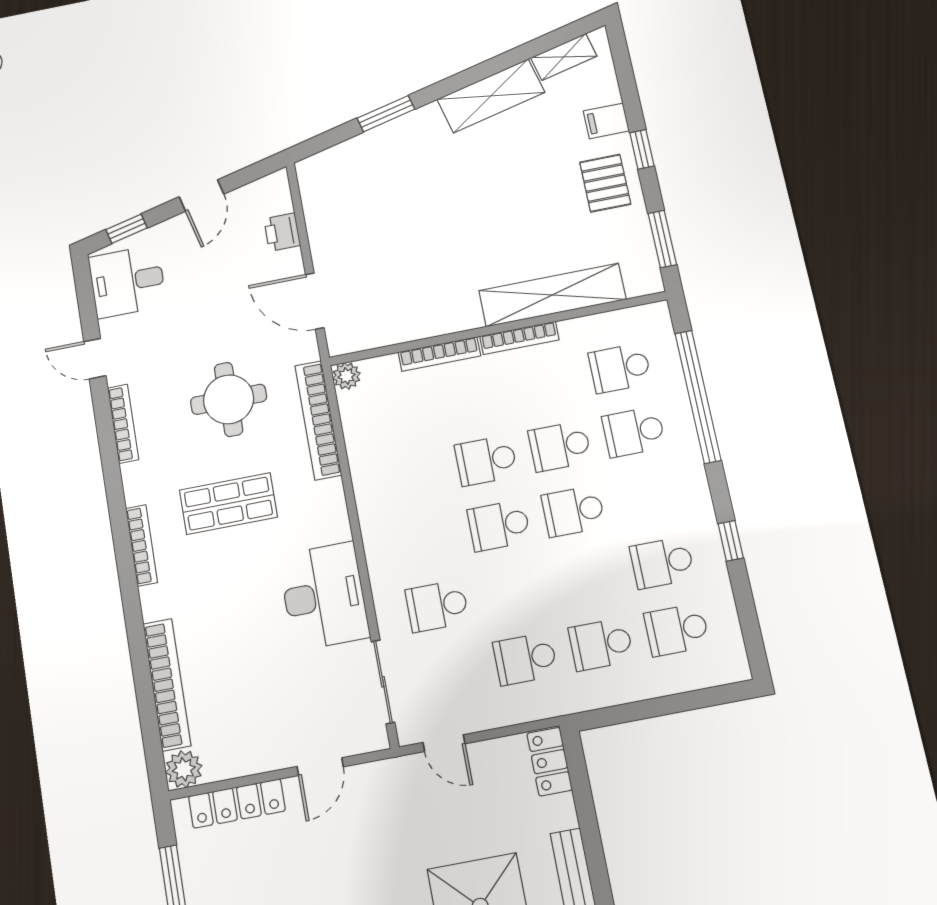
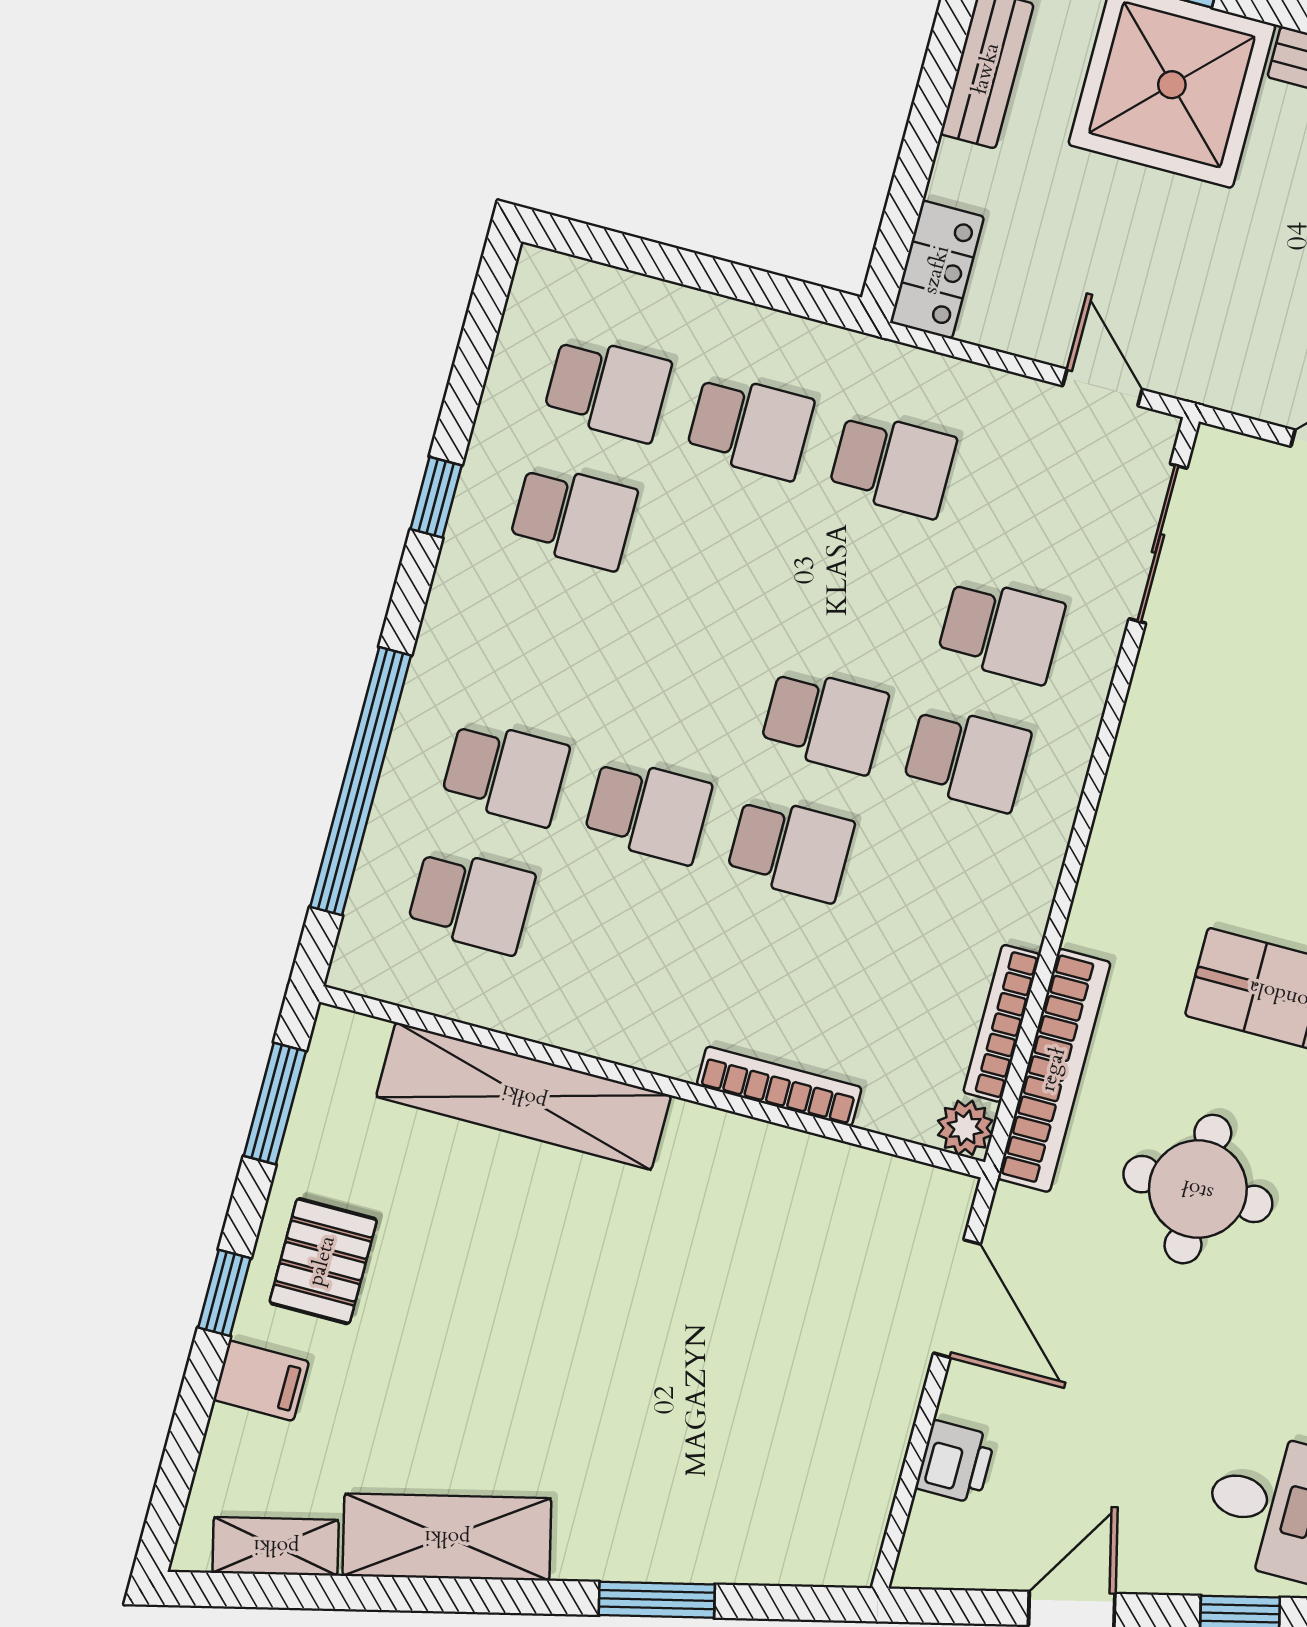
bookcase: (519, 338) -> (1002, 1023), moved, turned -90
school desk: (573, 511) -> (967, 759), moved
desk: (324, 596) -> (1191, 744), removed

